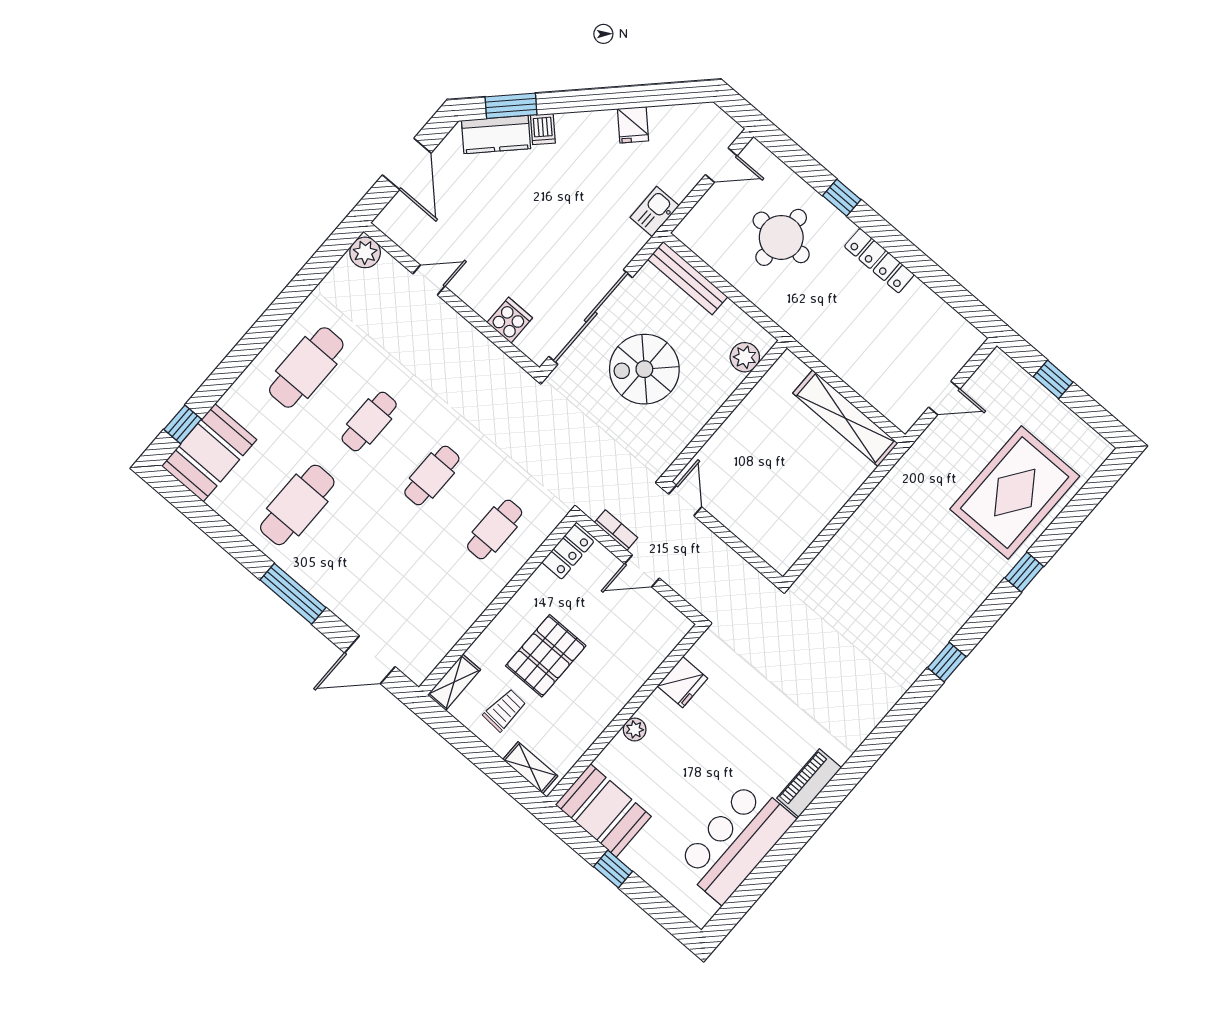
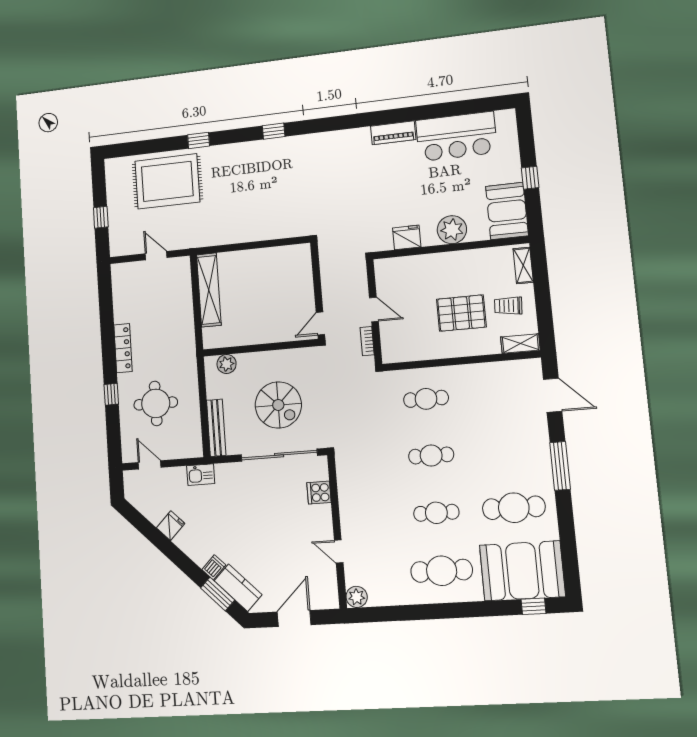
booth: (209, 453) -> (522, 571), width x1.36, depth x1.42
locker: (568, 552) -> (401, 353), removed
plant: (635, 729) -> (452, 230), width x1.87, depth x1.87

